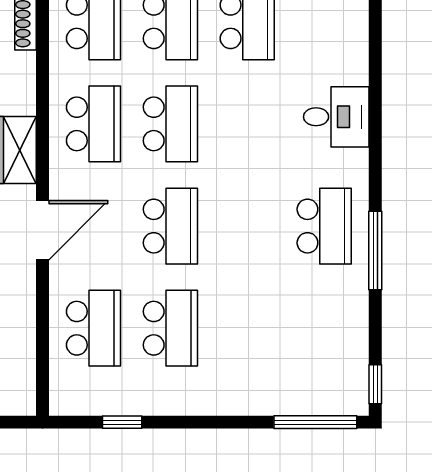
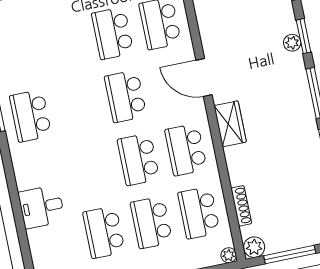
desk: (336, 117) -> (41, 207), moved
door: (42, 230) -> (204, 77), hinge flipped

